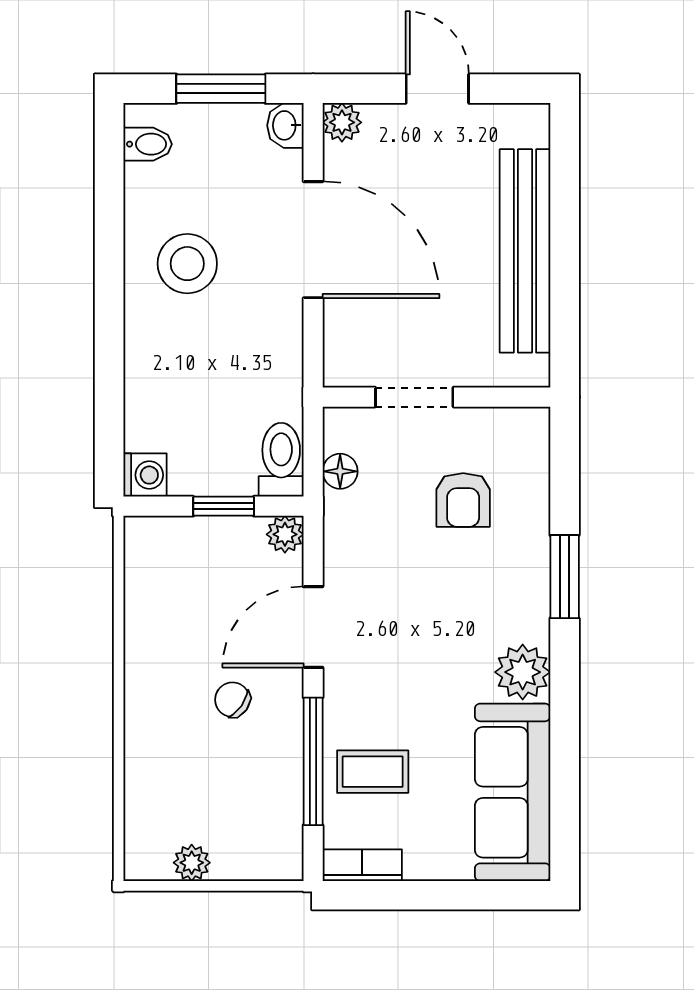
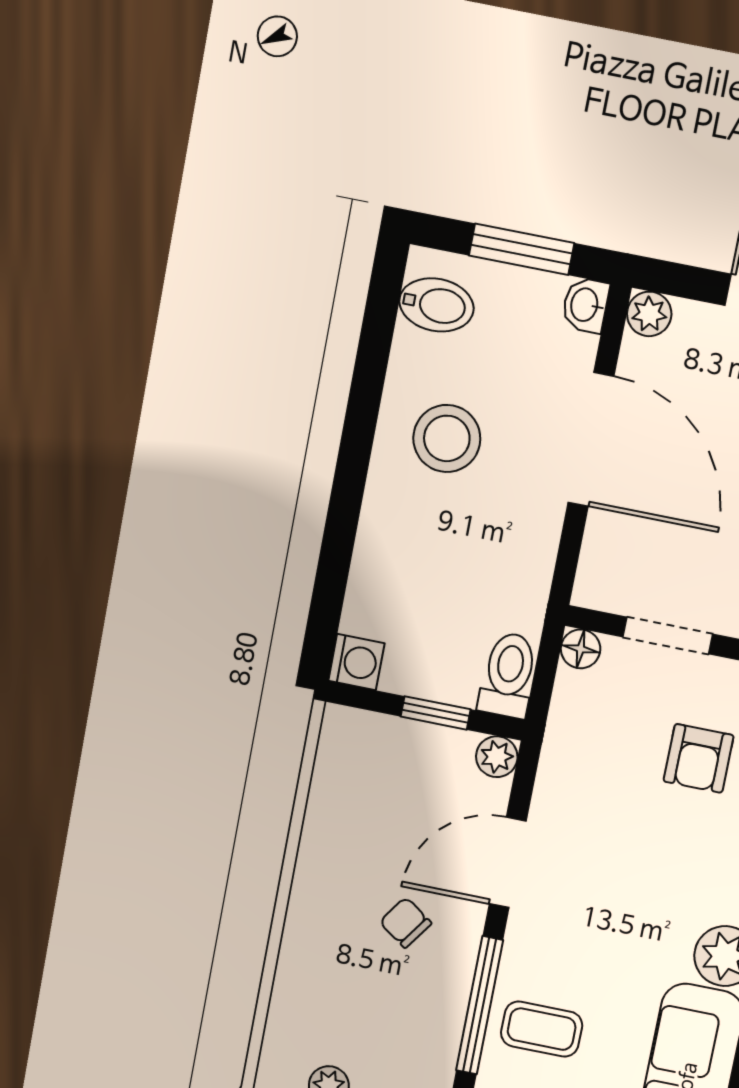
bidet: (148, 144) -> (436, 305), width x1.38, depth x1.36
floor lamp: (340, 471) -> (581, 649), moved

